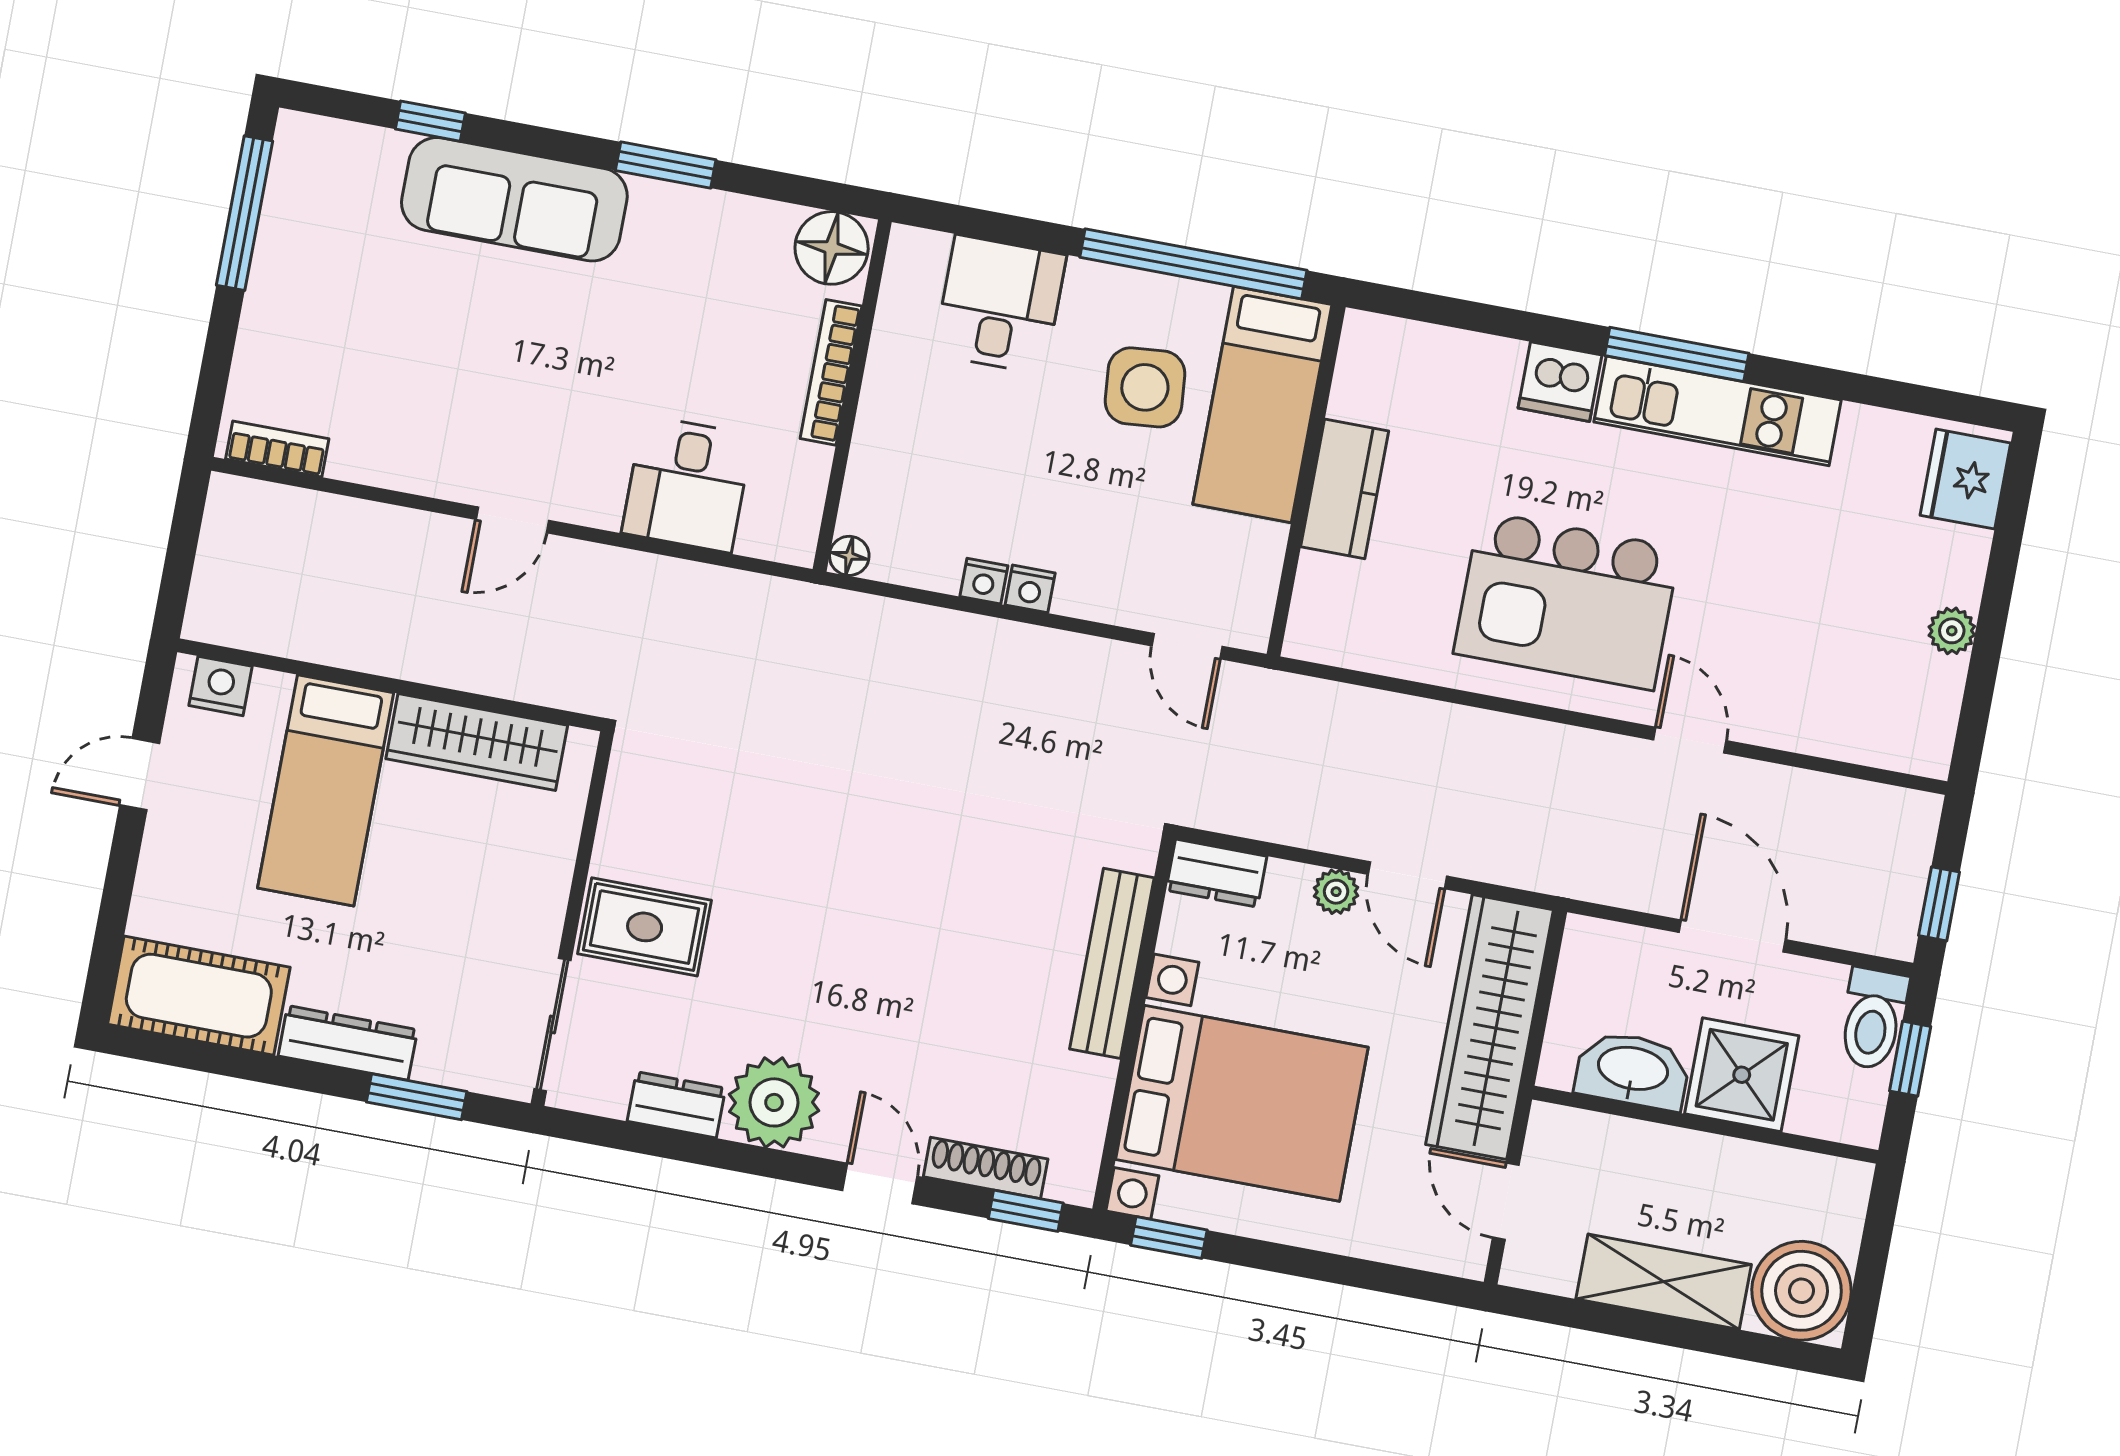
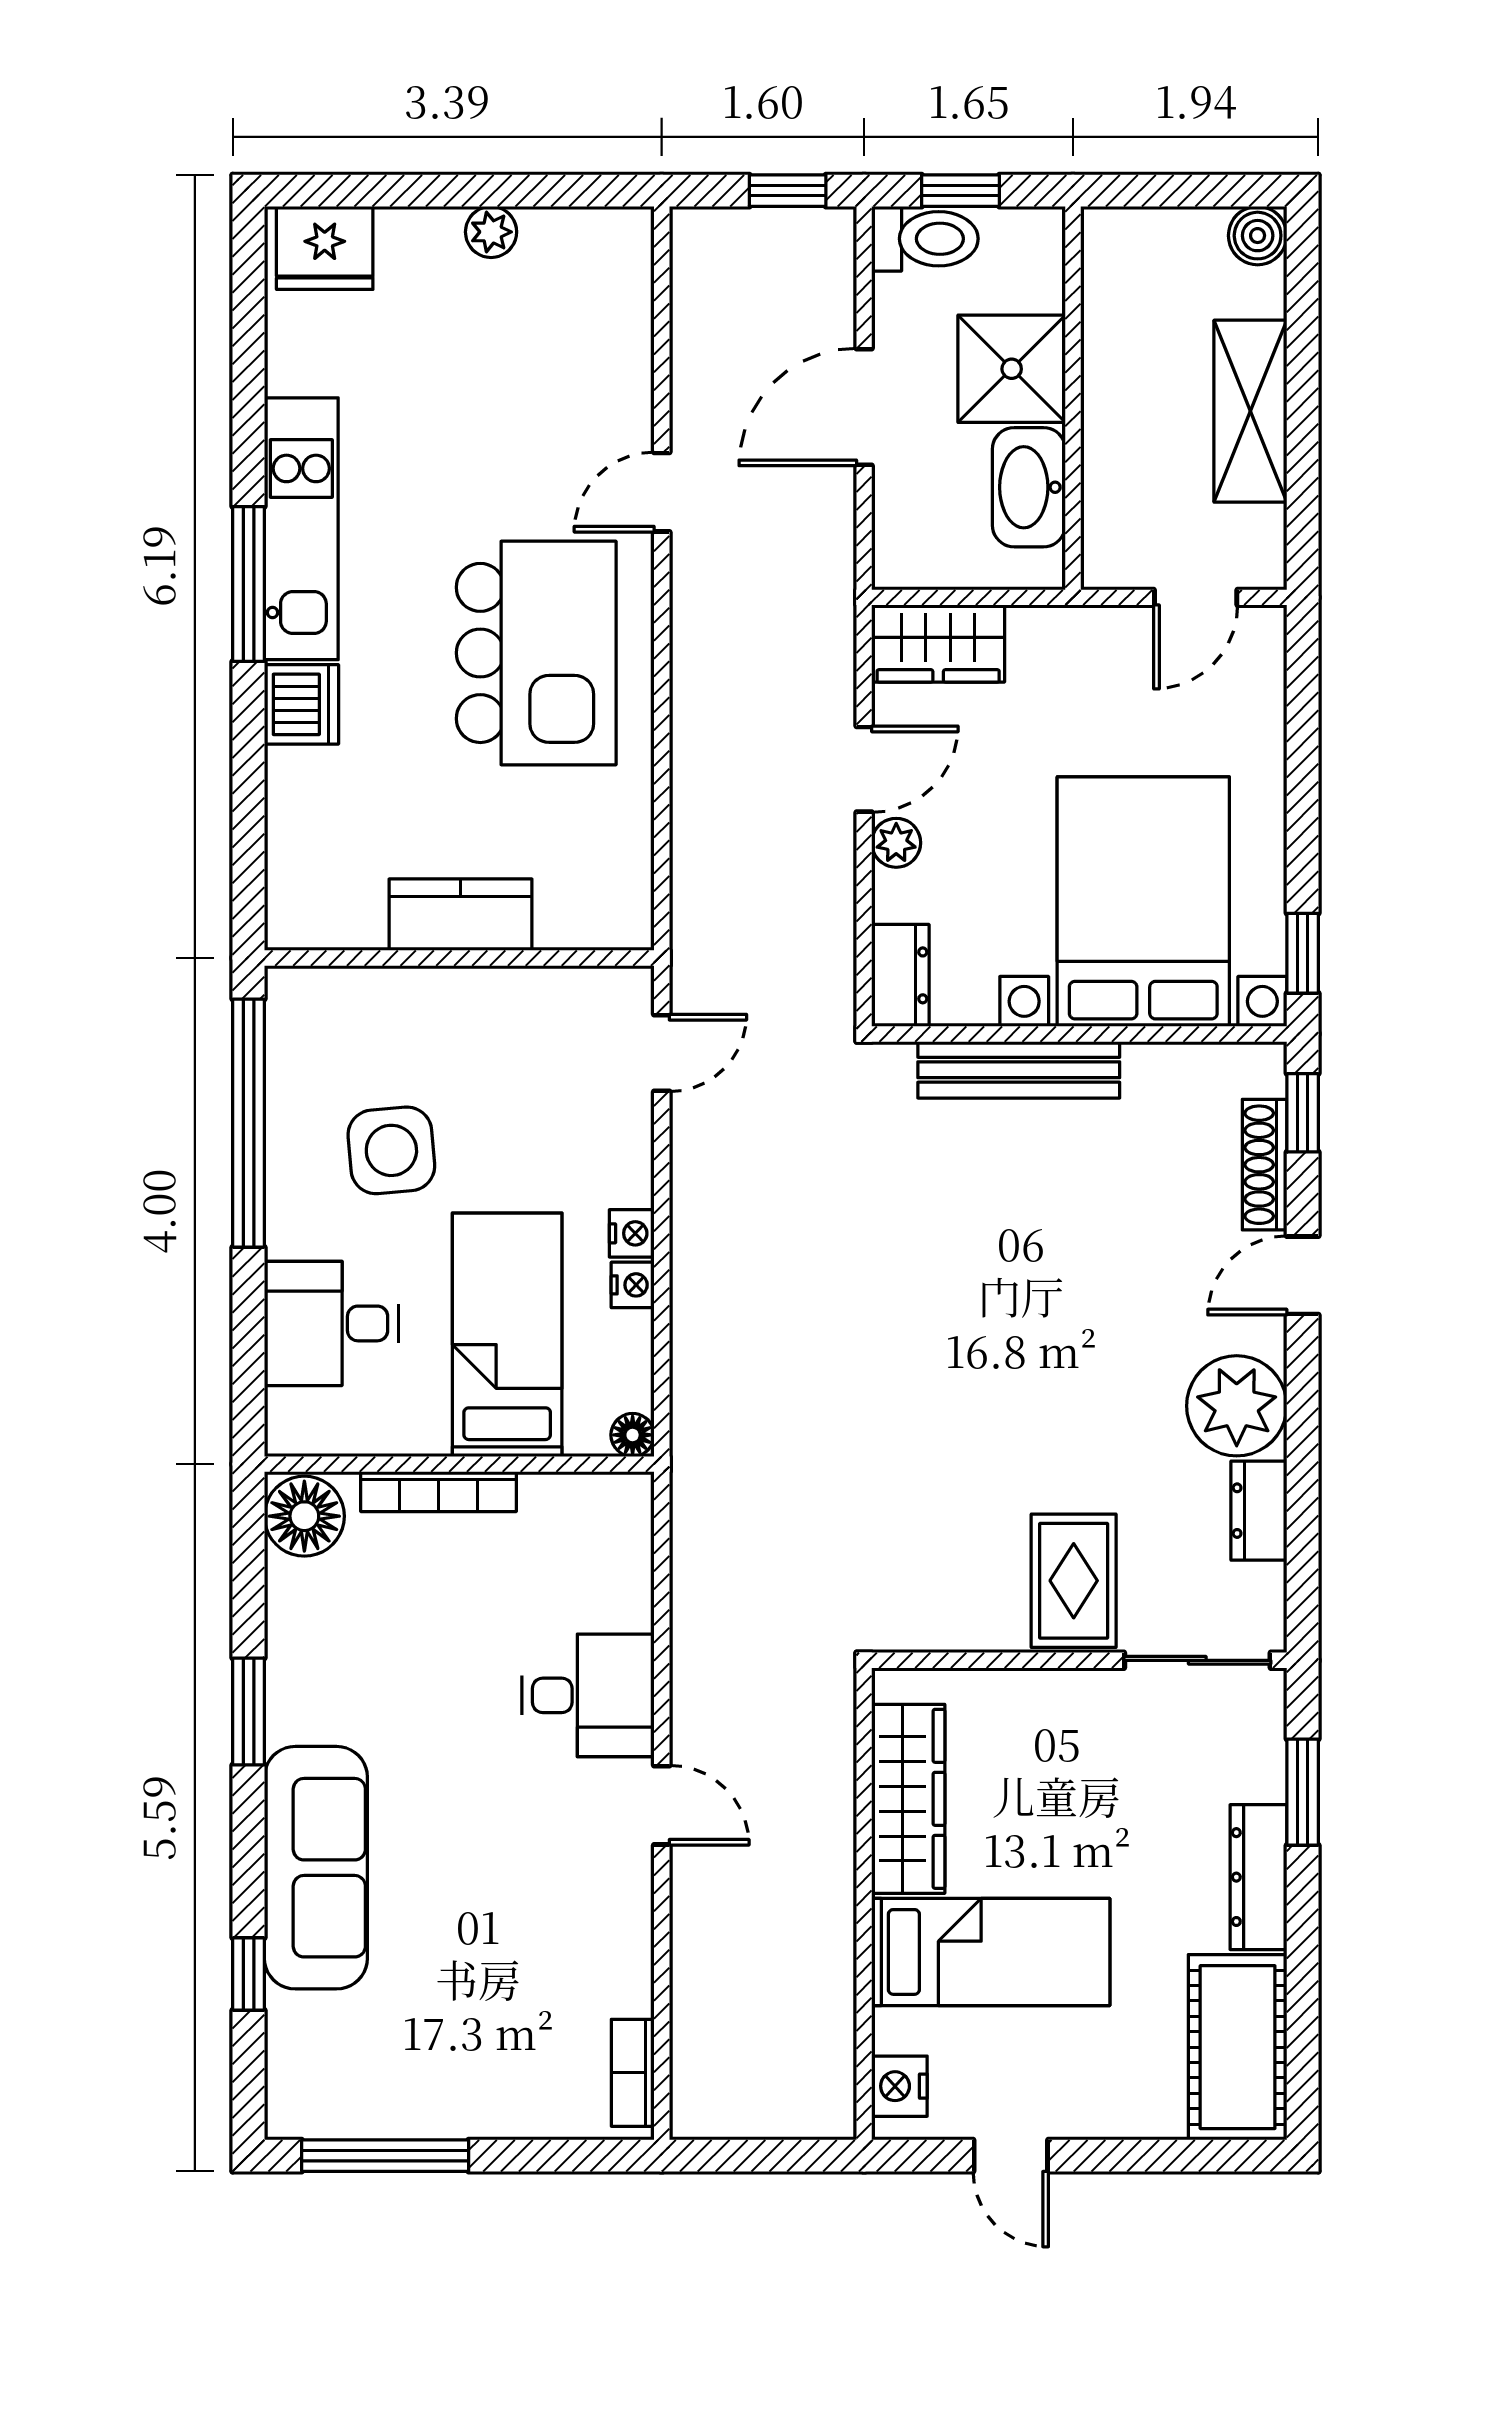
bed: (1262, 404) -> (507, 1335), moved, turned -90
desk: (687, 484) -> (588, 1695), moved
wardrobe: (1490, 1027) -> (938, 643), width x0.48, depth x0.85
boiler: (1802, 1291) -> (1258, 236), width x0.54, depth x0.54

